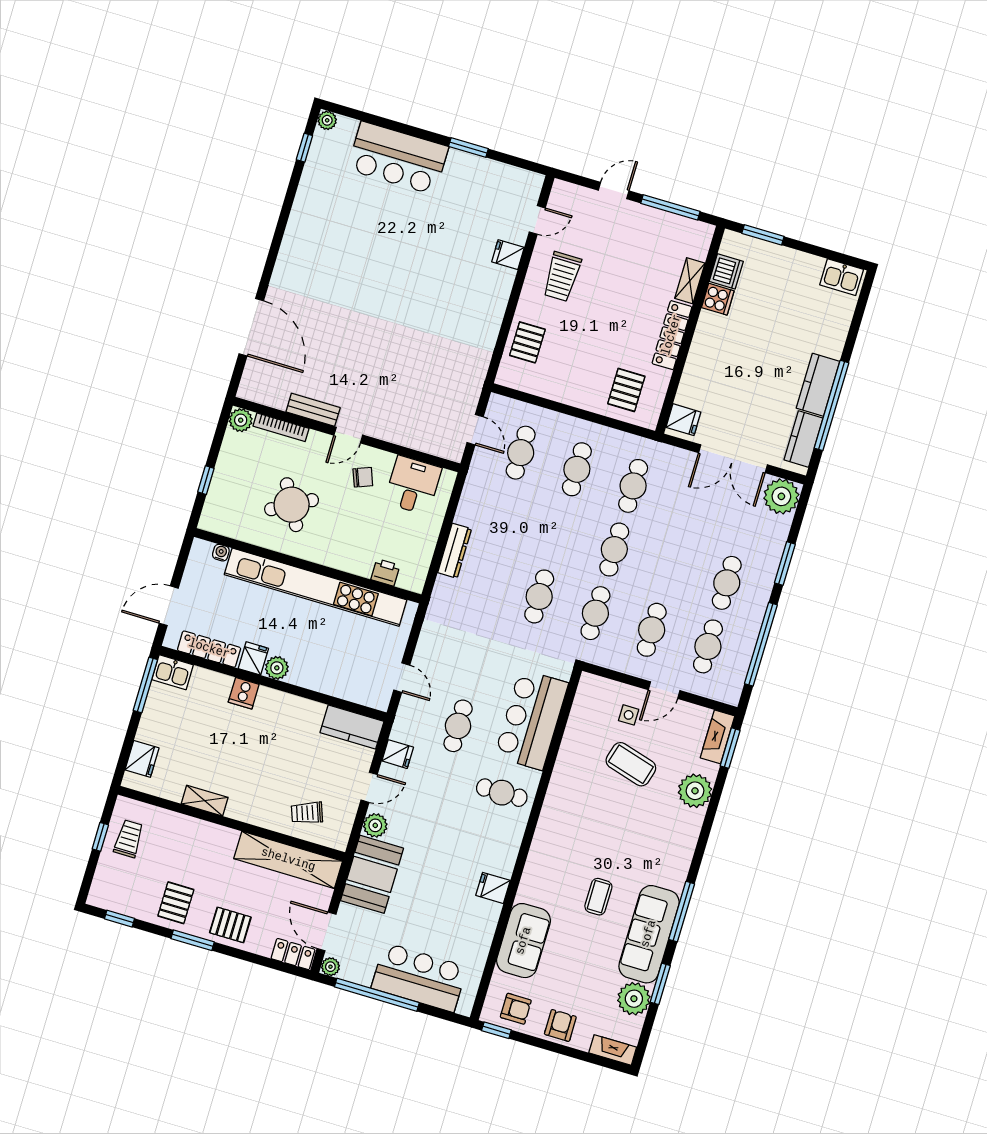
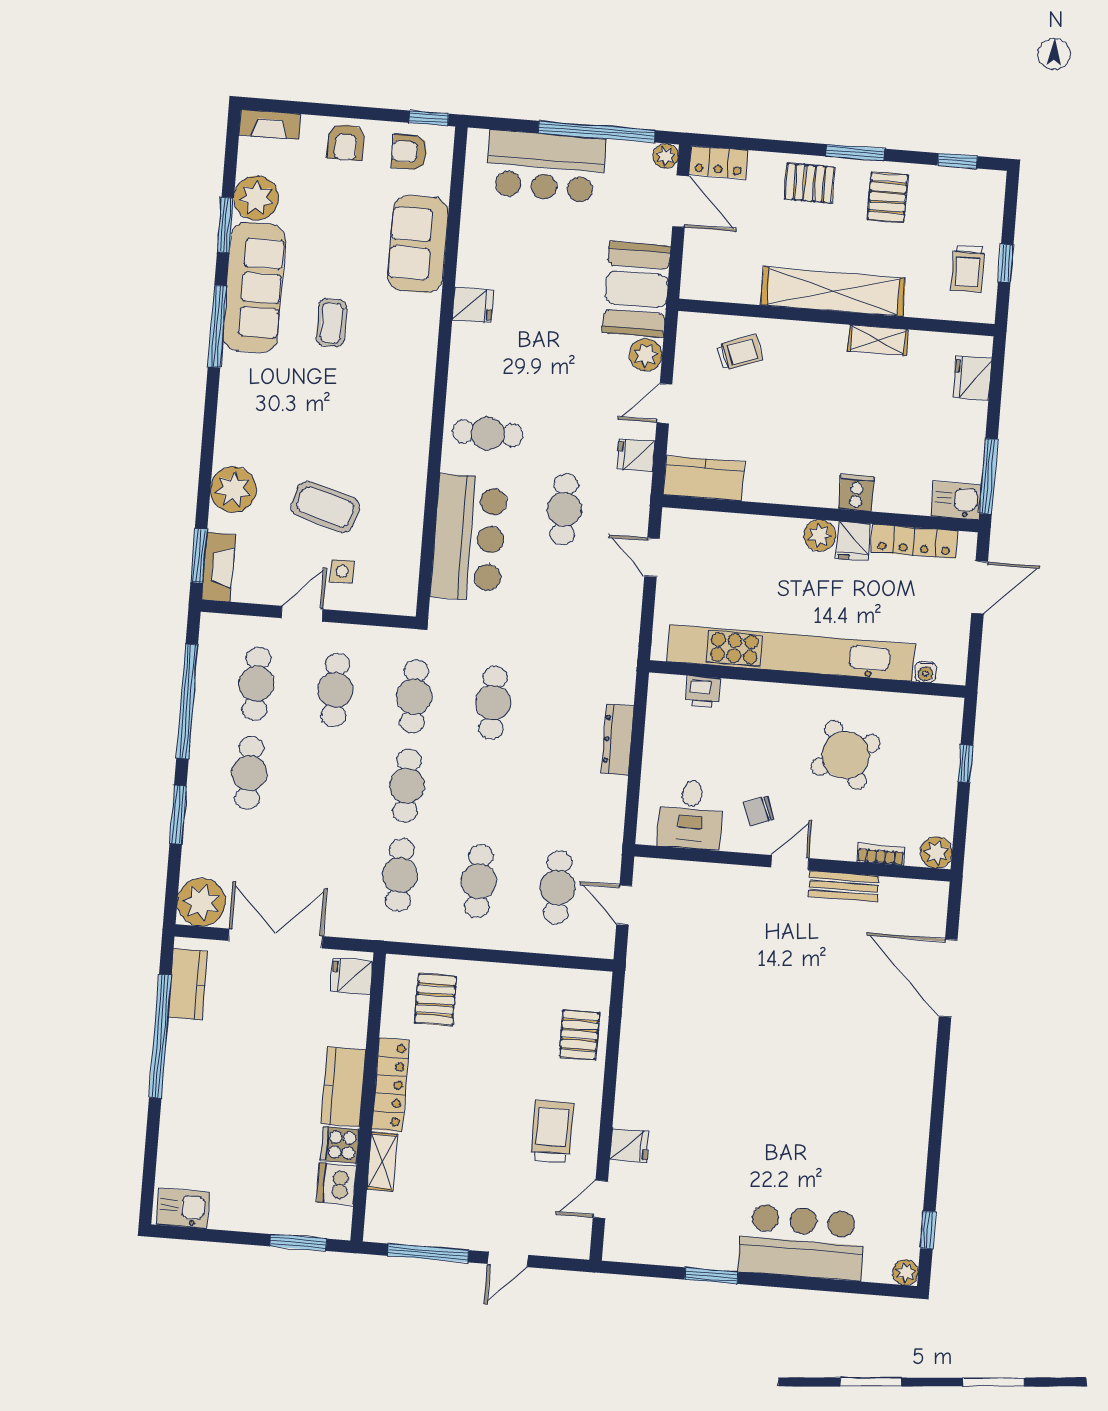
kitchen counter: (818, 385) -> (343, 1087), moved, turned 180
bookcase: (281, 427) -> (881, 854), width x0.64
shelving: (288, 860) -> (833, 292), moved

